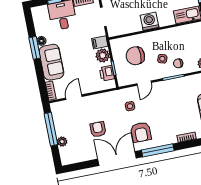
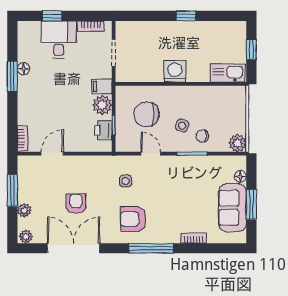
sofa: (51, 62) -> (31, 100), removed
door: (144, 83) -> (151, 154), swing flipped
window: (51, 129) -> (12, 191), width x0.69
armchair: (141, 132) -> (133, 219), turned 90
double door: (117, 158) -> (73, 248), moved
plant: (67, 160) -> (26, 237), added

